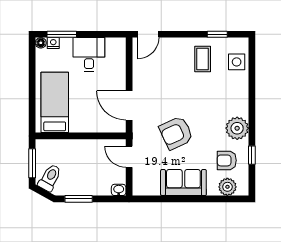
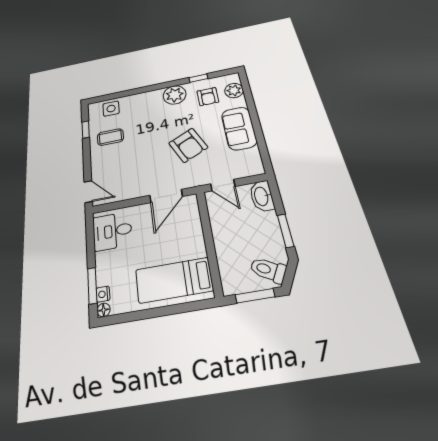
desk: (89, 54) -> (112, 231), moved
door: (129, 157) -> (223, 185), hinge flipped
washbasin: (119, 190) -> (262, 196), width x1.91, depth x1.45

